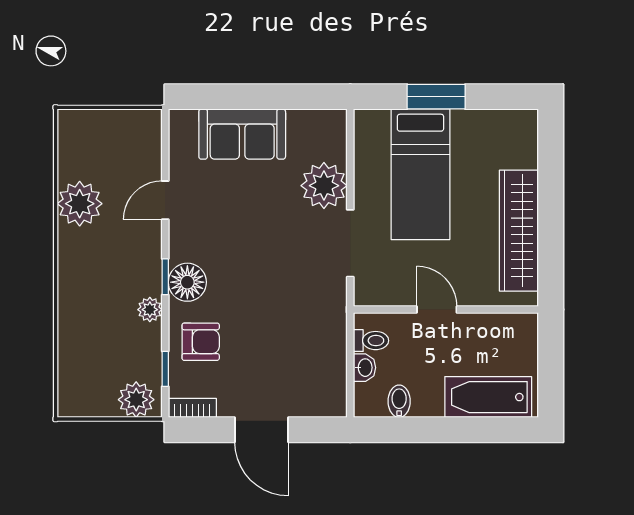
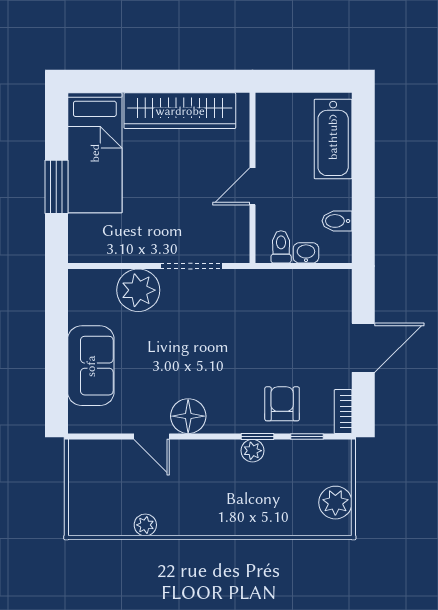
bed: (420, 174) -> (95, 153), moved, turned 90
plant: (80, 204) -> (145, 525), width x0.53, depth x0.53
window: (165, 277) -> (257, 436), moved
floor lamp: (187, 282) -> (188, 416), moved
plant: (136, 400) -> (335, 503), moved

